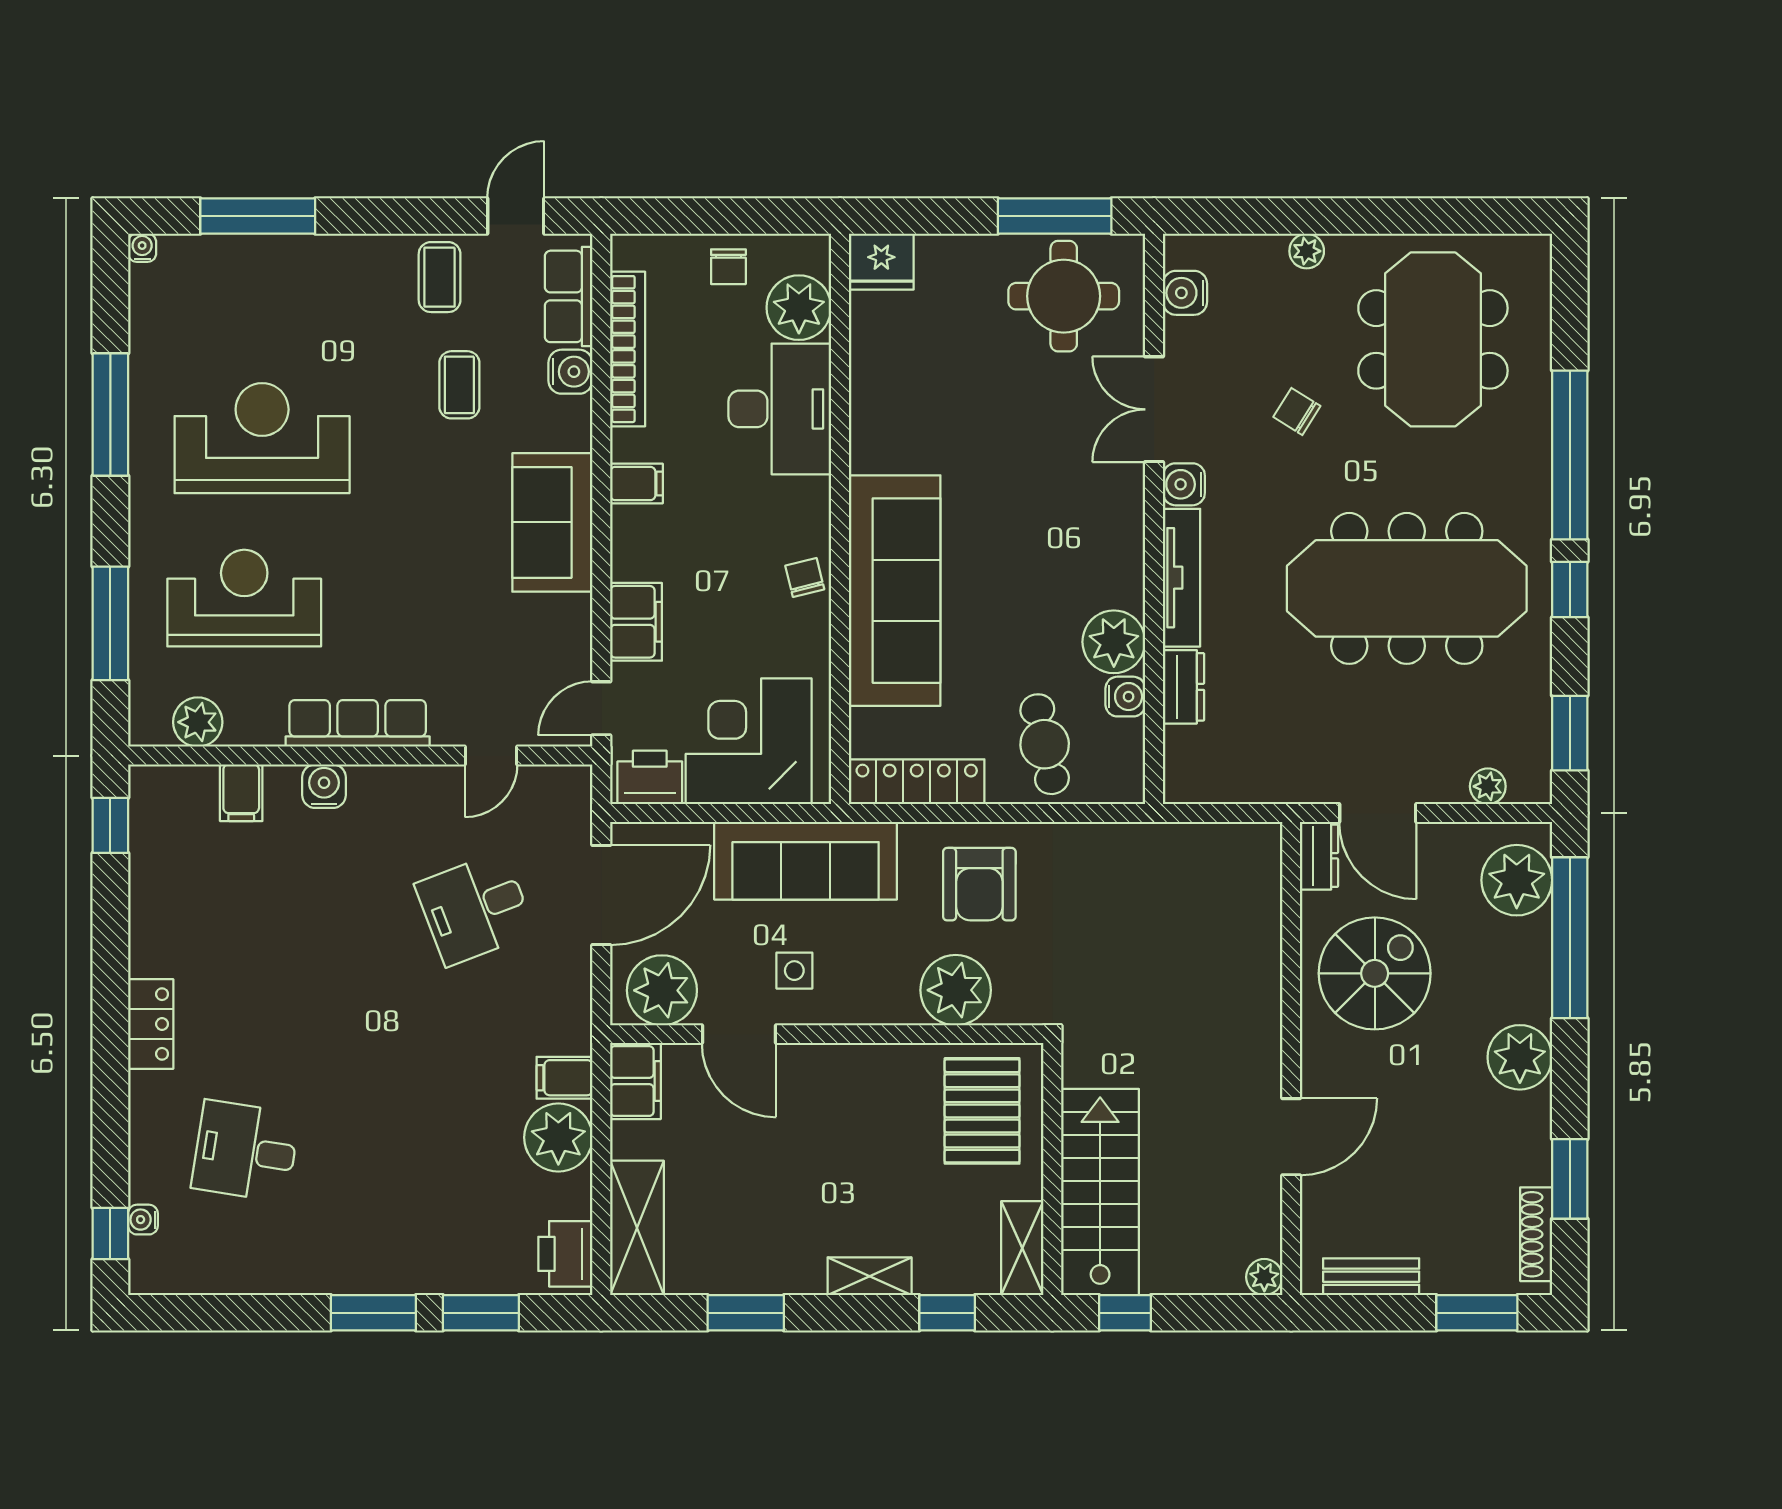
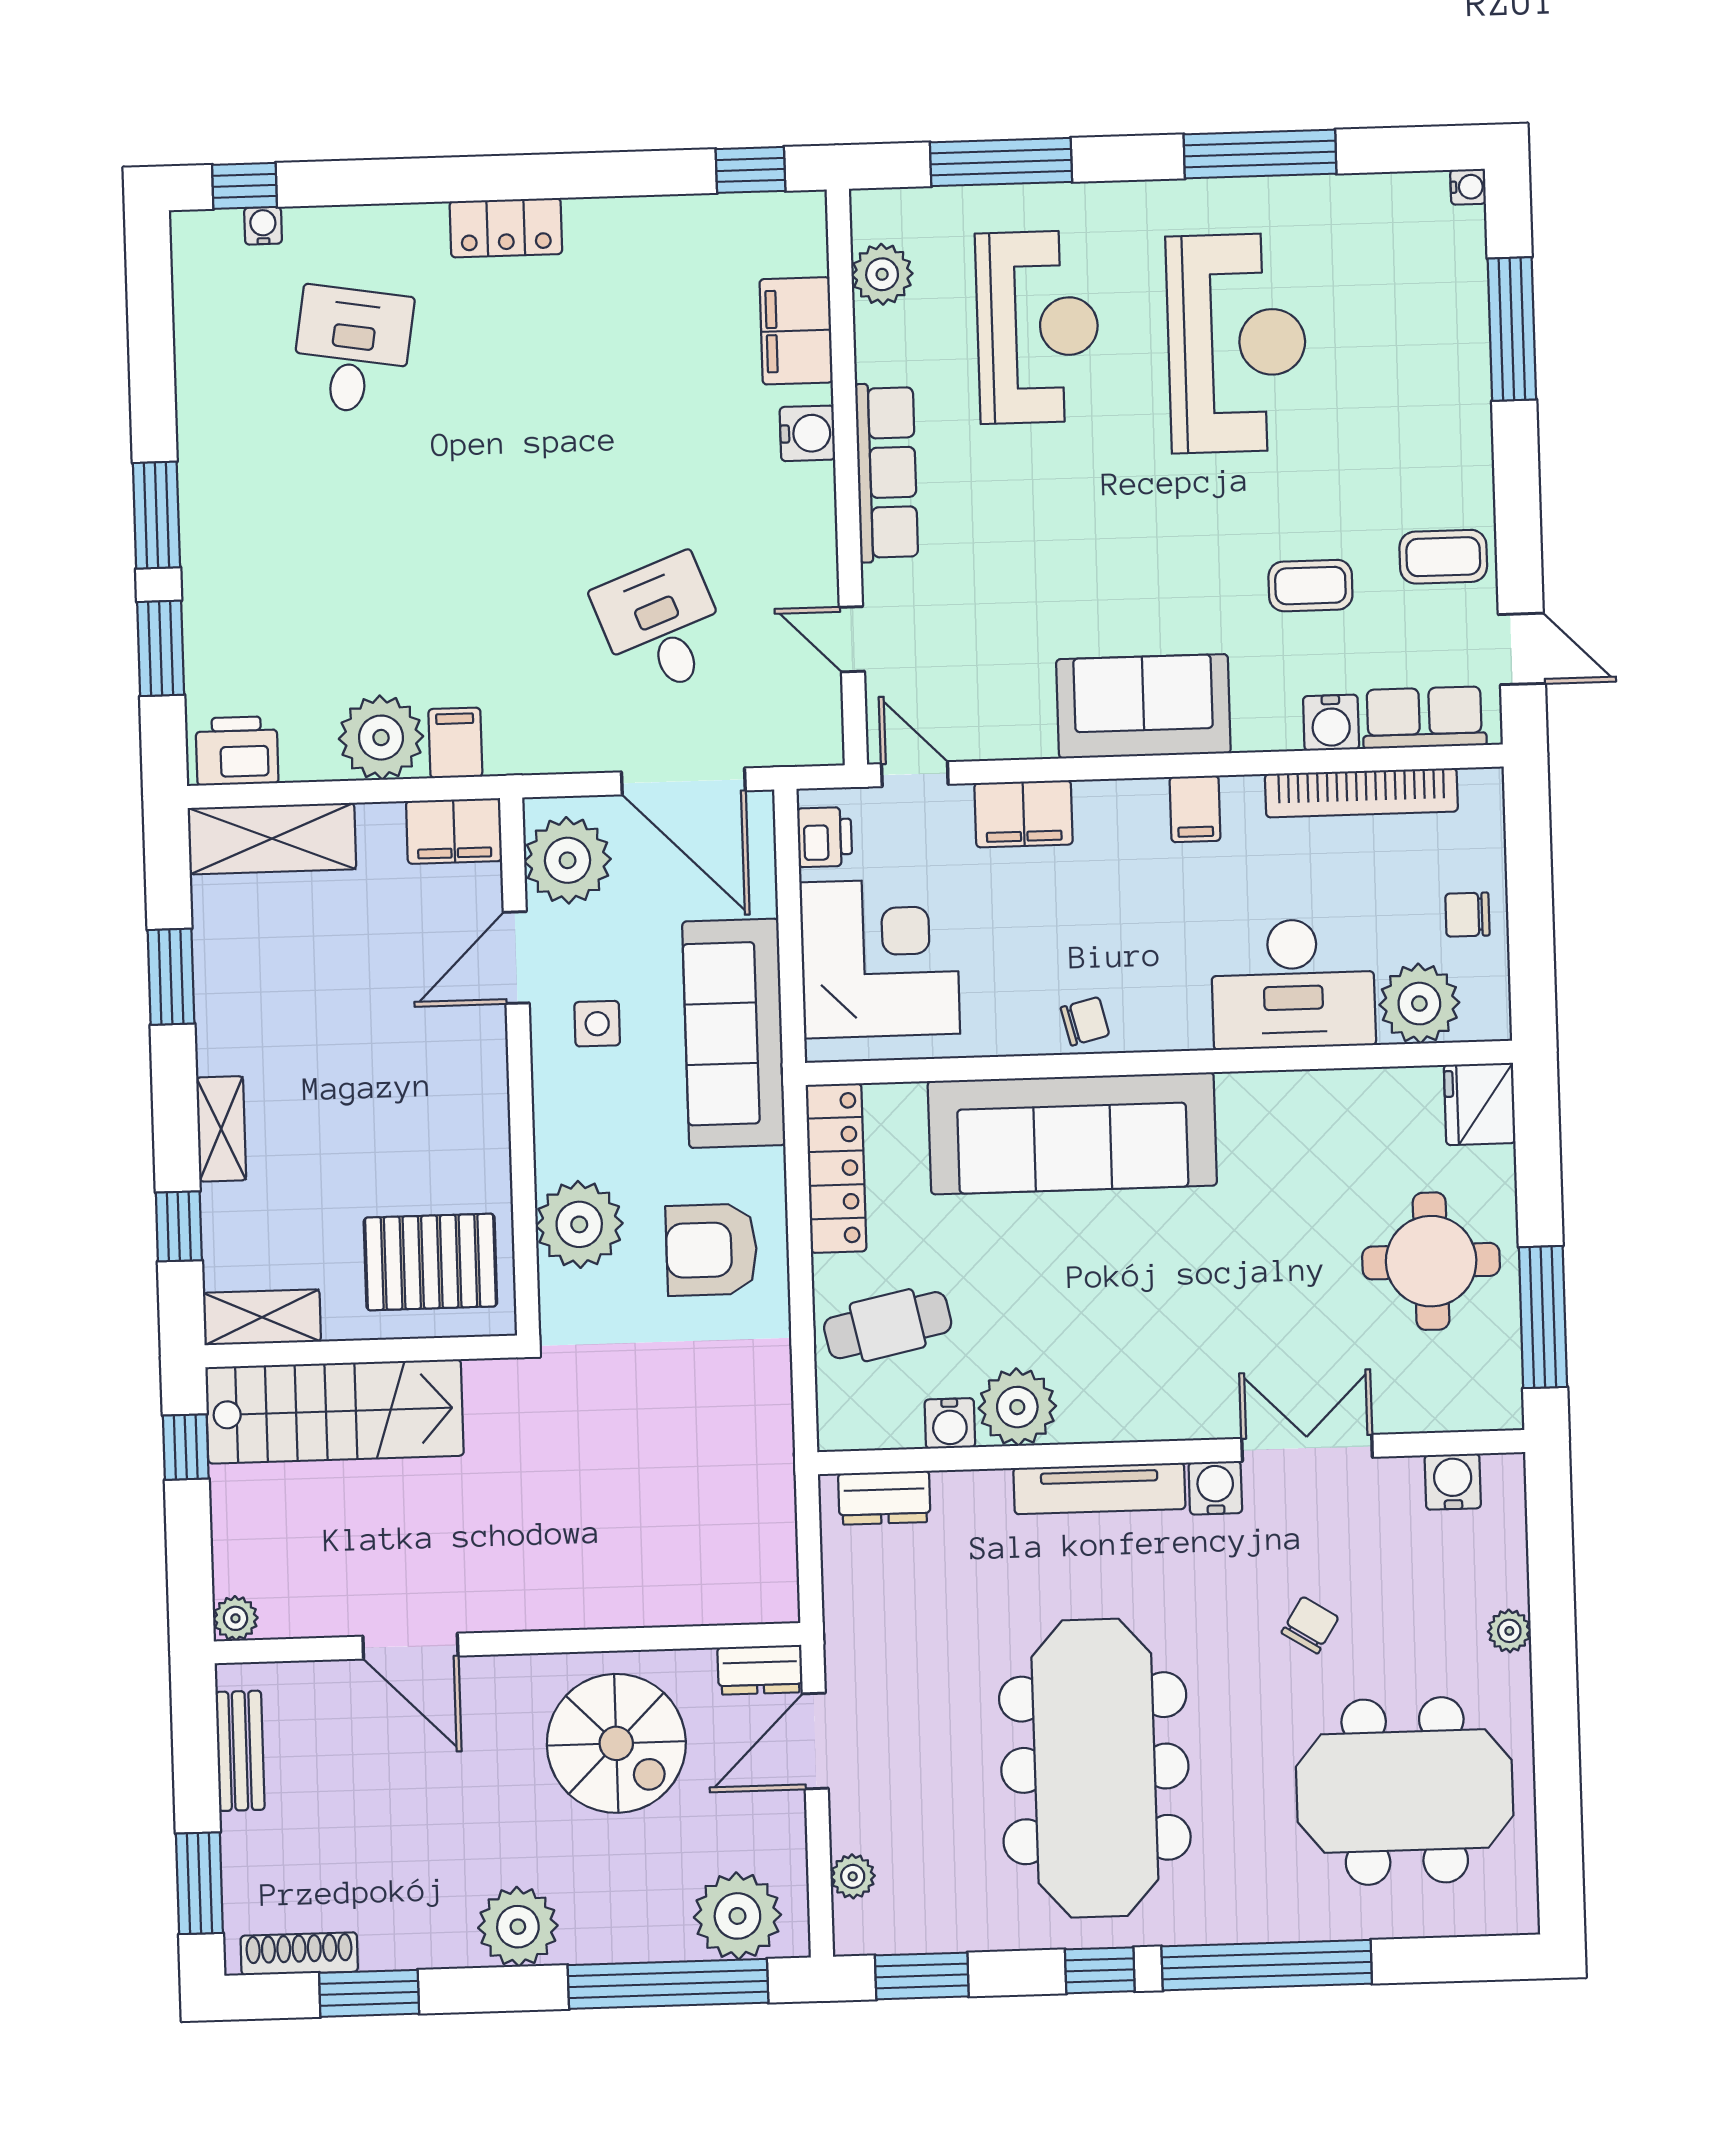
round table: (1064, 296) -> (1431, 1261), moved
dresser: (1184, 687) -> (884, 1498), moved
printer: (650, 777) -> (825, 837), width x0.73, depth x0.81
filing cabinet: (241, 793) -> (796, 331), width x2.00

